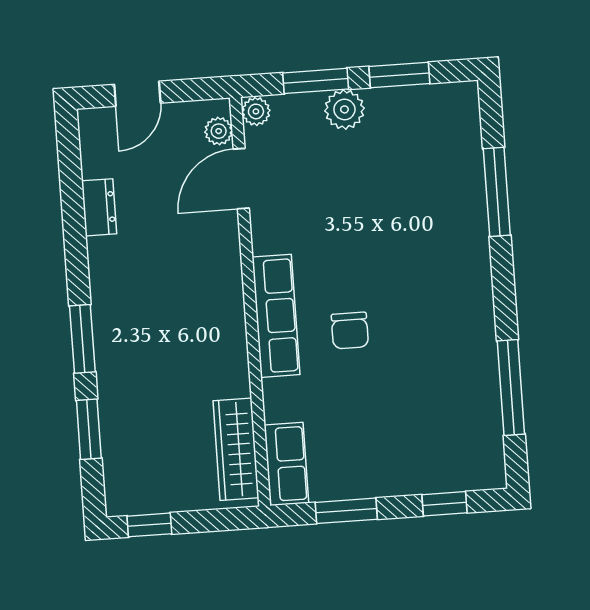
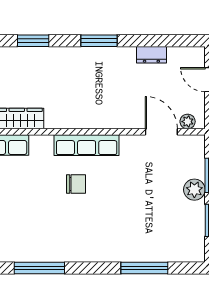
plant: (256, 111) -> (197, 142), removed
chair: (350, 330) -> (76, 184), turned 180
window: (82, 339) -> (99, 41), moved

